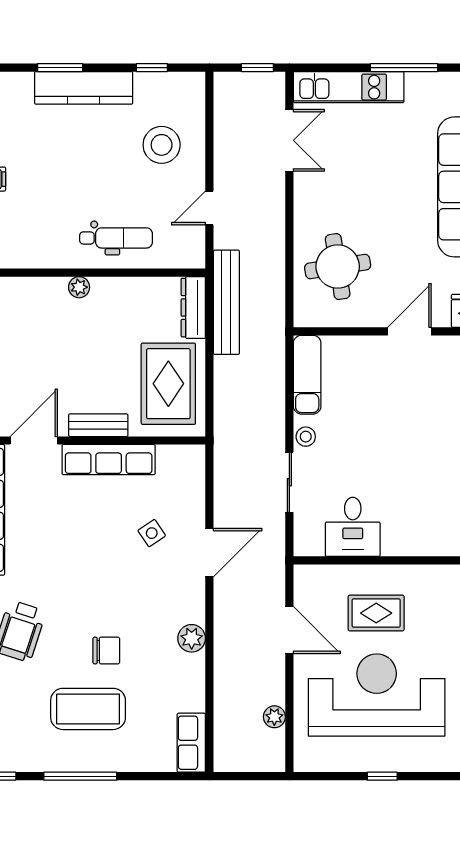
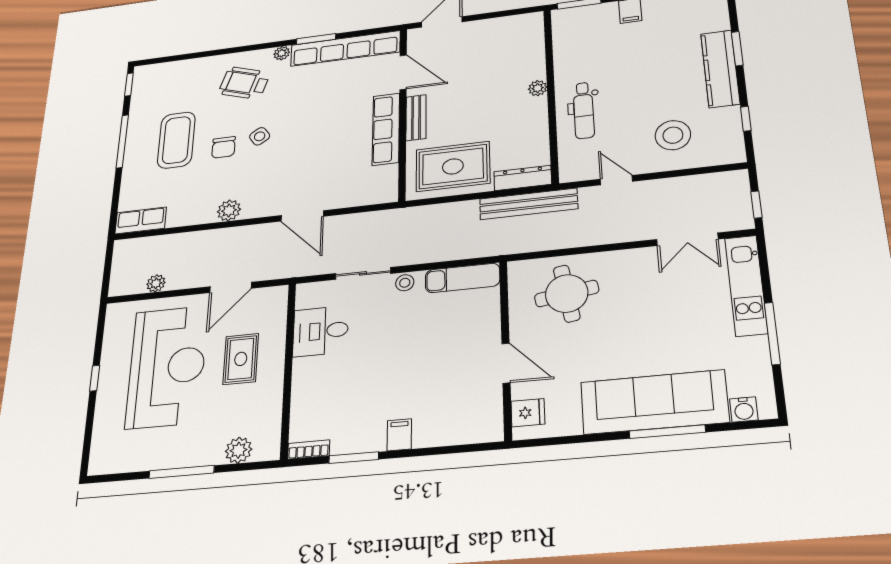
side table: (152, 533) -> (260, 136), moved

